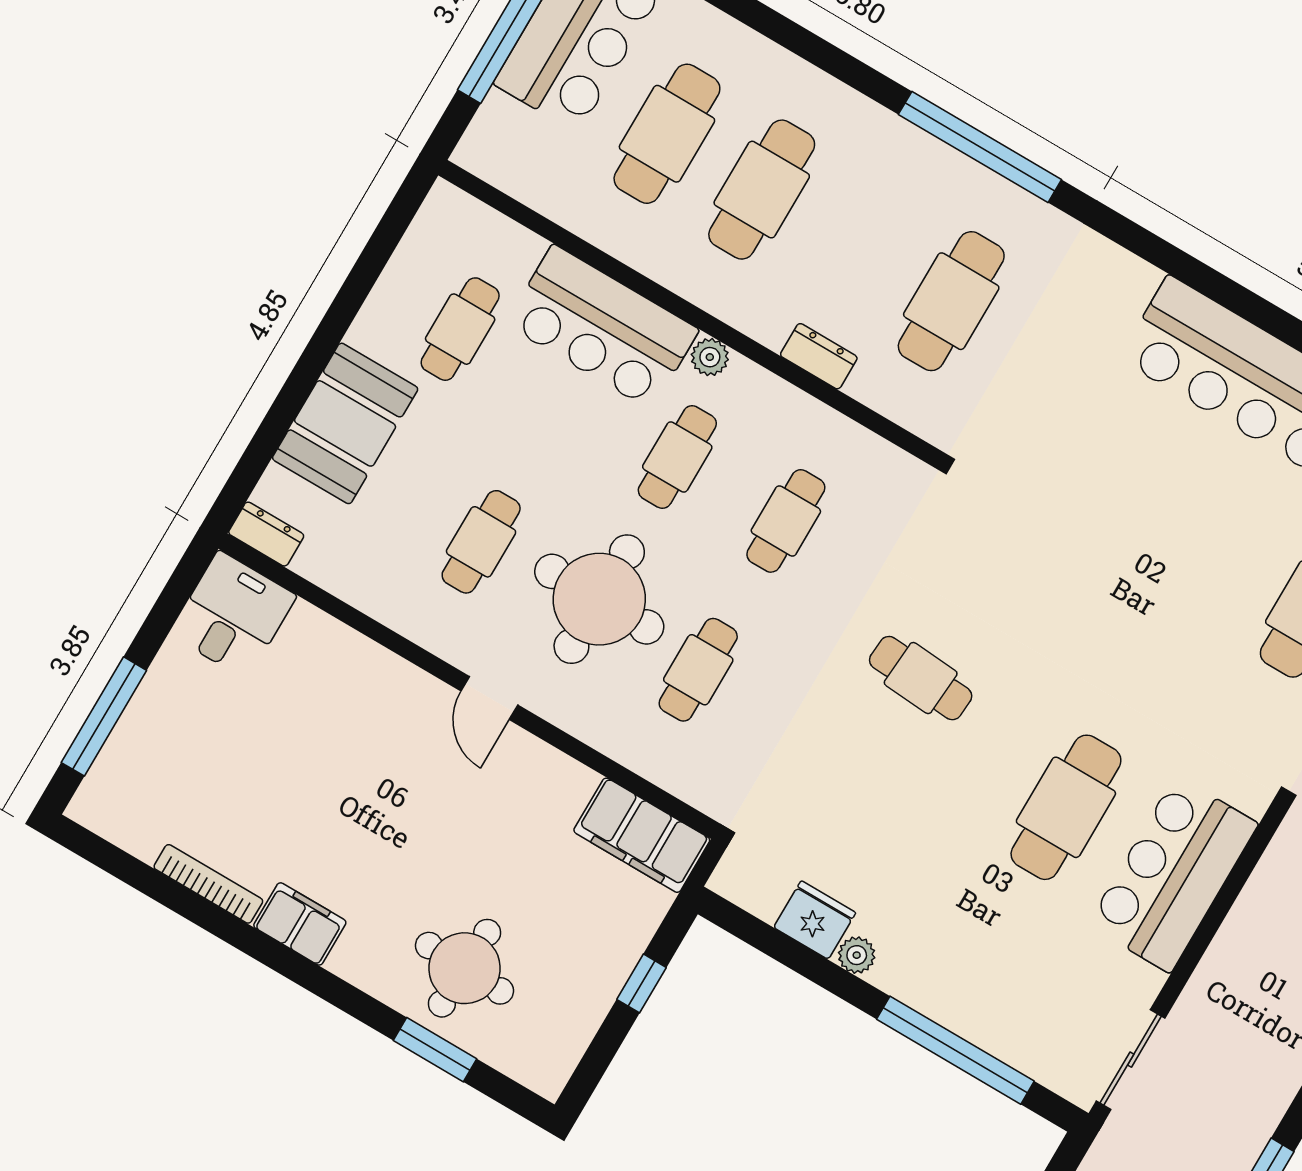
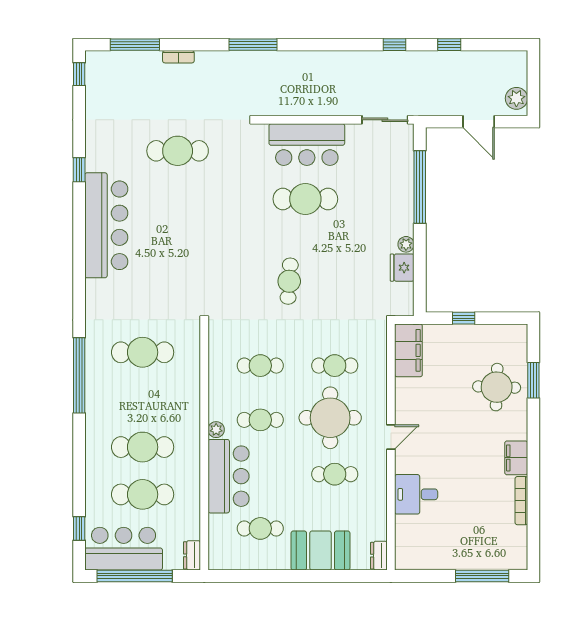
dresser: (819, 356) -> (192, 555), moved
desk: (233, 615) -> (416, 494), moved

